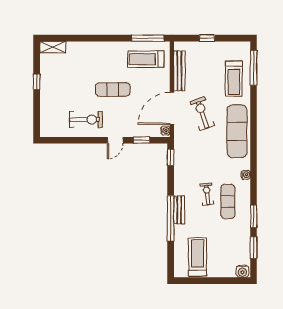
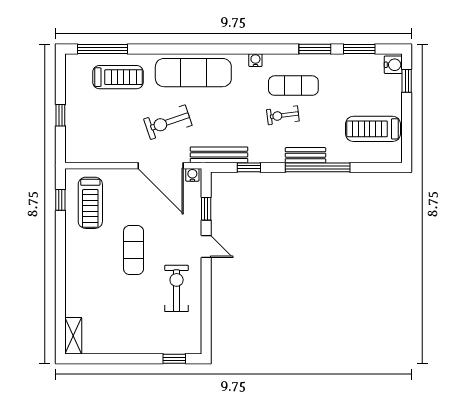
window: (148, 38) -> (60, 200), width x0.46
bench: (179, 71) -> (219, 155), moved
window: (37, 82) -> (174, 359), moved
window: (171, 157) -> (249, 167), moved
window: (231, 281) -> (407, 81), added

